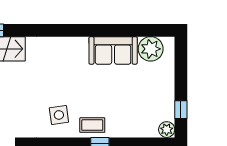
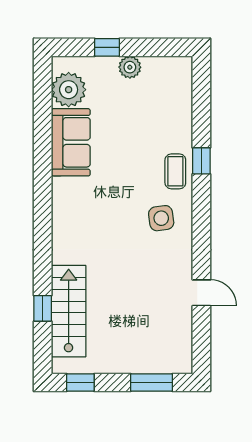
window: (181, 110) -> (107, 47), moved
plant: (167, 130) -> (130, 67), moved

